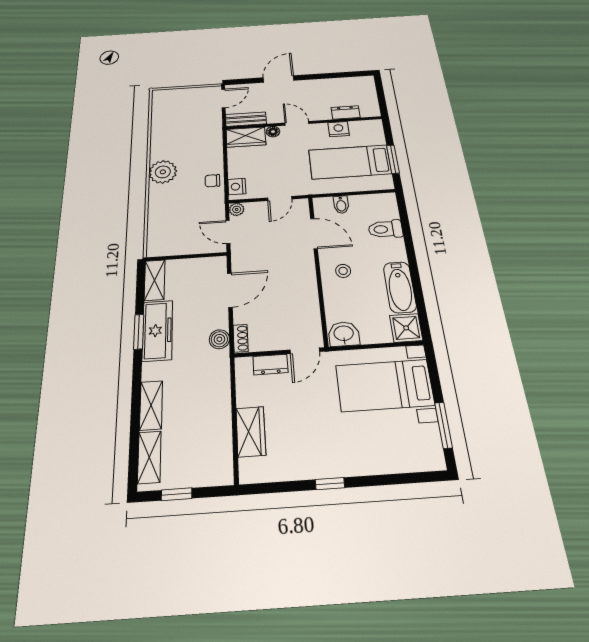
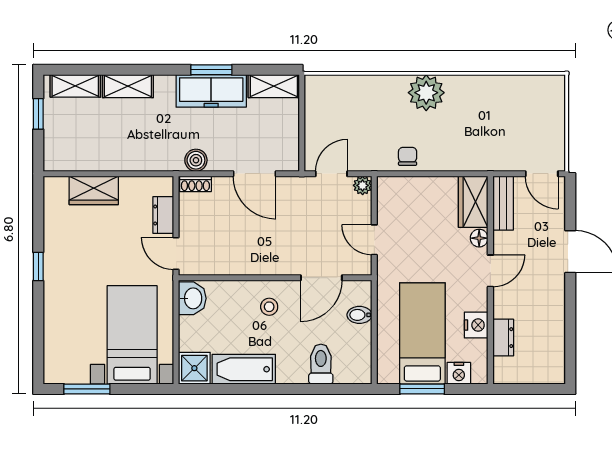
nightstand: (237, 187) -> (459, 373), moved, turned 180

